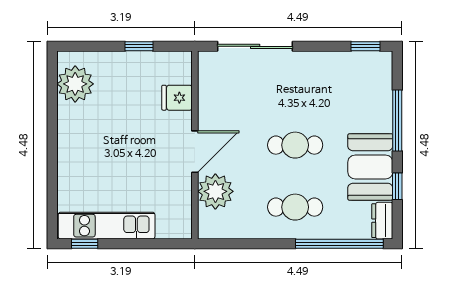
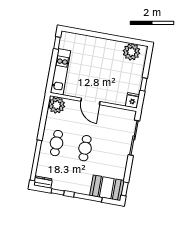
fridge: (177, 98) -> (132, 100), moved
booth: (370, 167) -> (107, 188), moved
plant: (215, 191) -> (57, 105), moved
kitchen unit: (107, 226) -> (60, 72), moved

